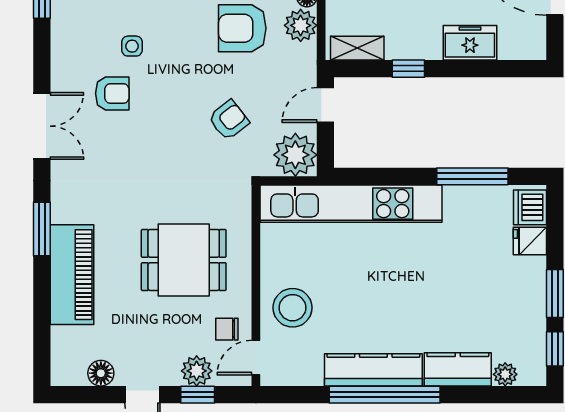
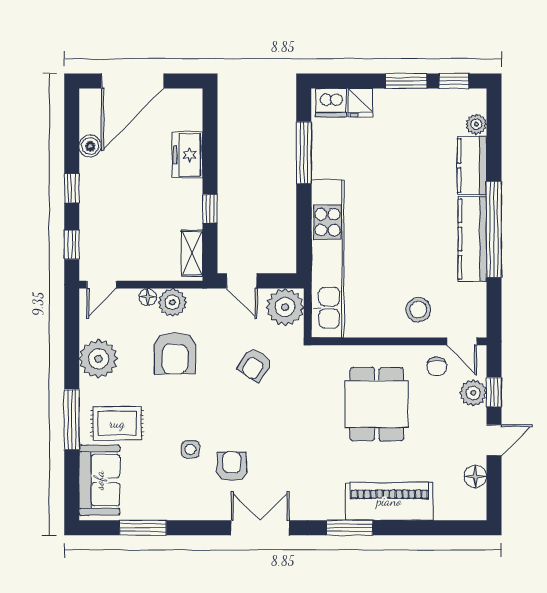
armchair: (229, 120) -> (255, 365), turned -108
stool: (293, 308) -> (418, 309), width x0.73, depth x0.73

